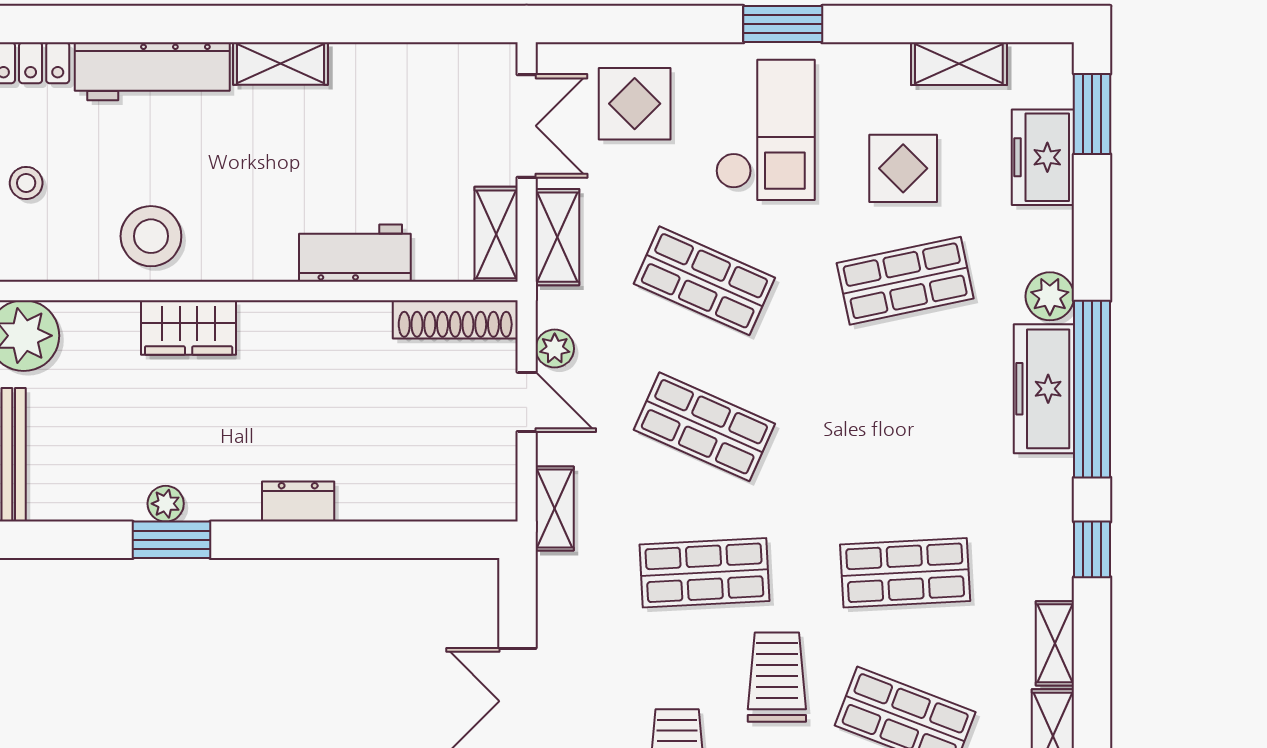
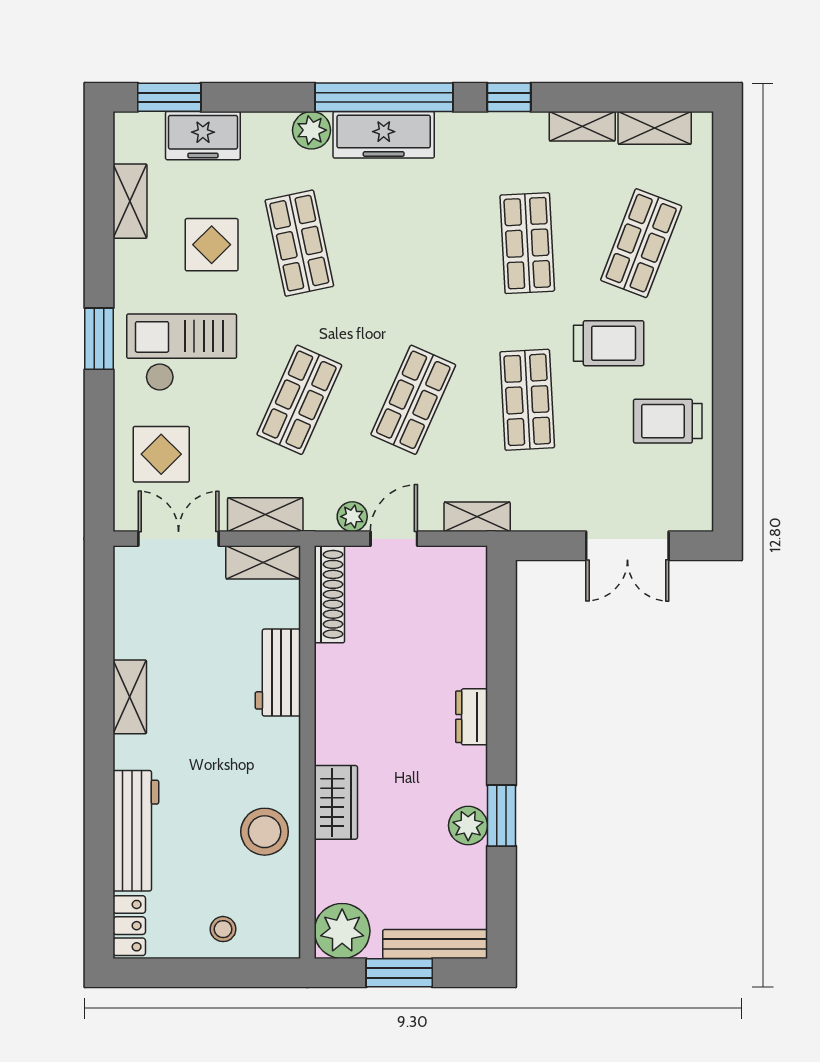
shelving: (281, 64) -> (130, 697), moved
plant: (166, 504) -> (468, 825), width x1.38, depth x1.38
trolley: (777, 677) -> (609, 343), turned 180

